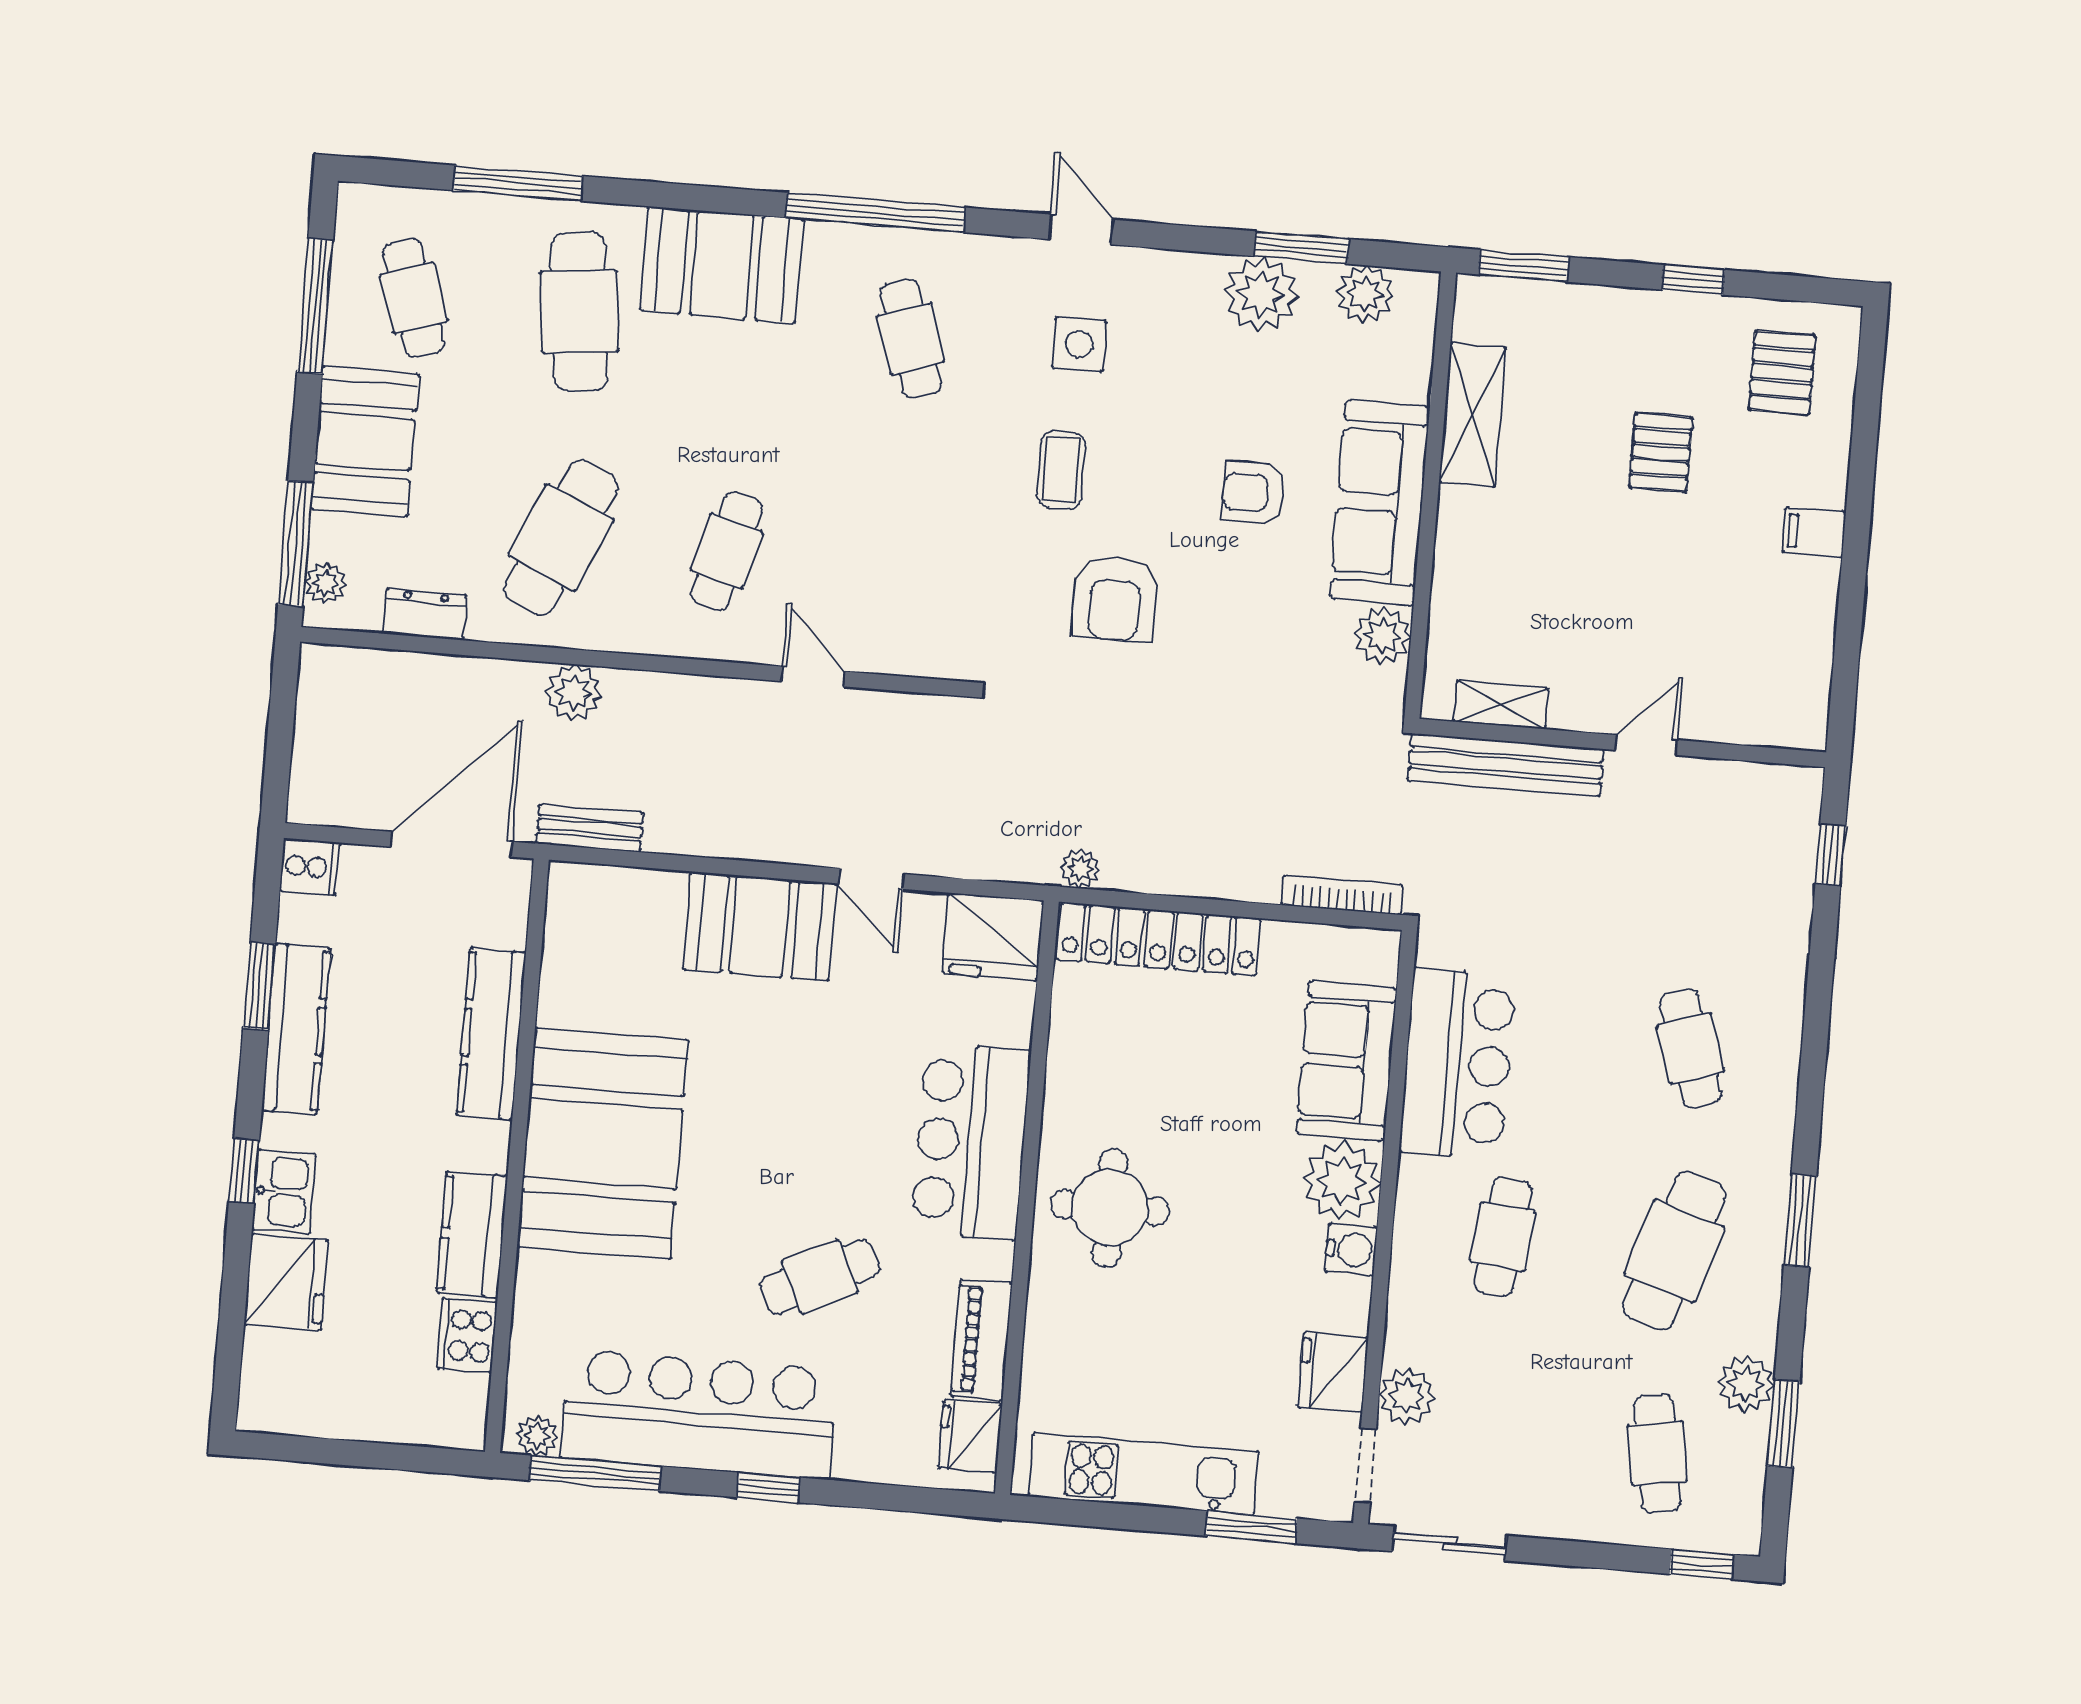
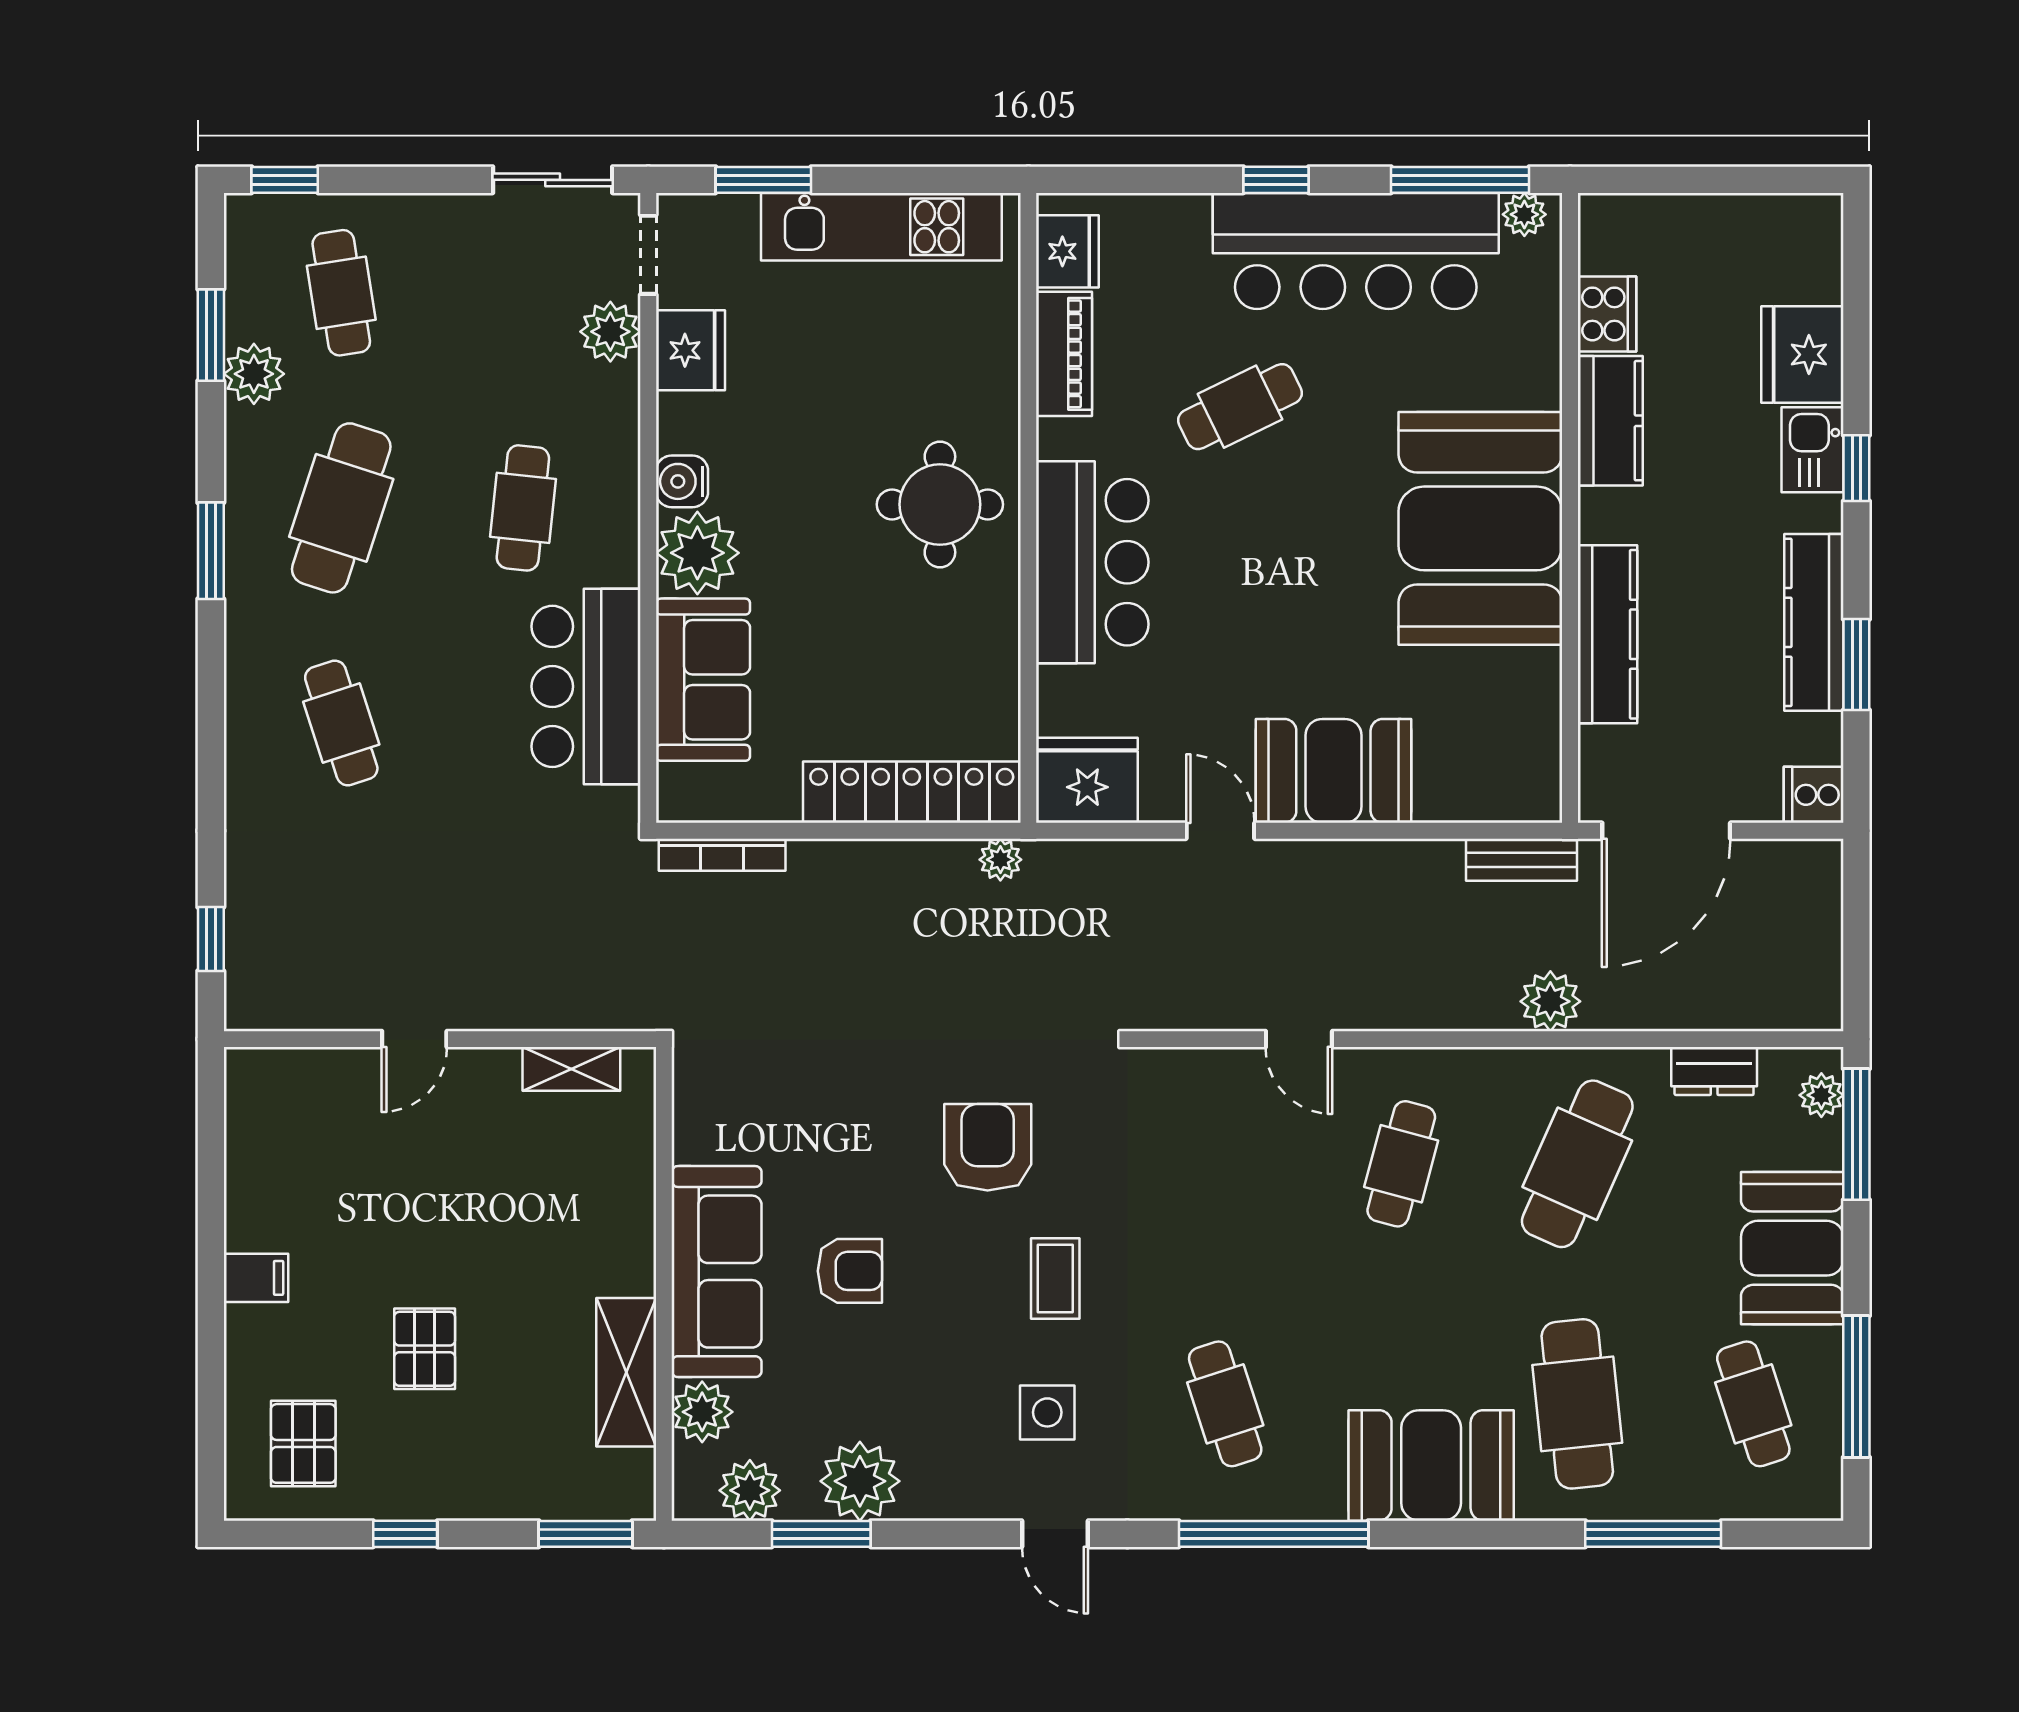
plant: (1382, 636) -> (702, 1412), moved
bench: (1506, 765) -> (561, 1006), removed

